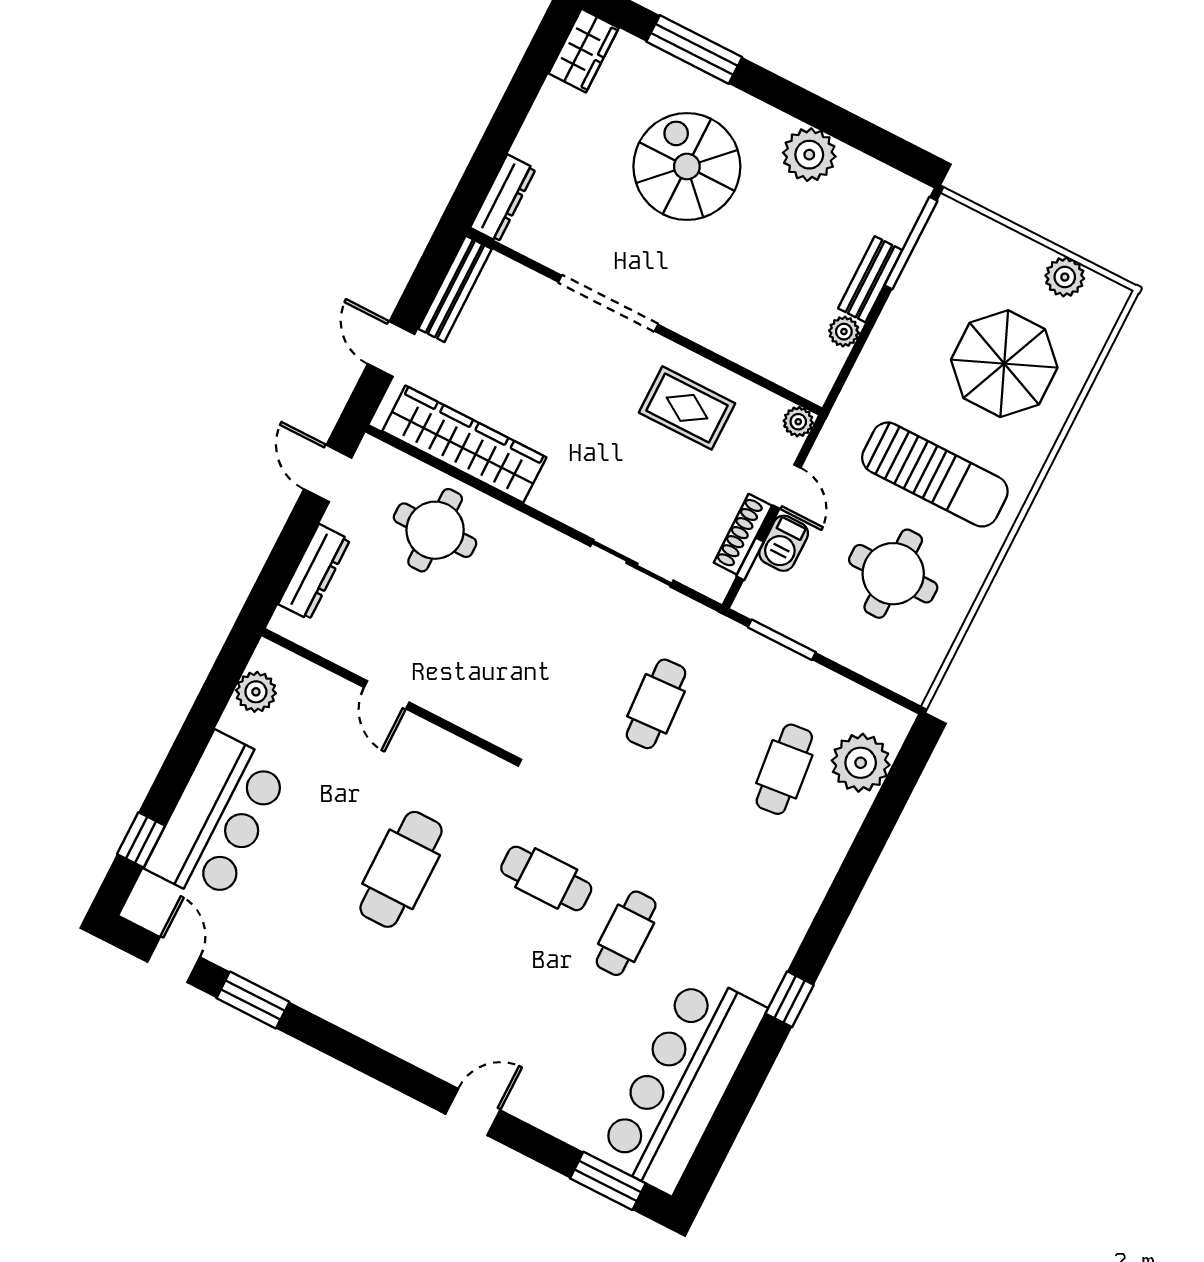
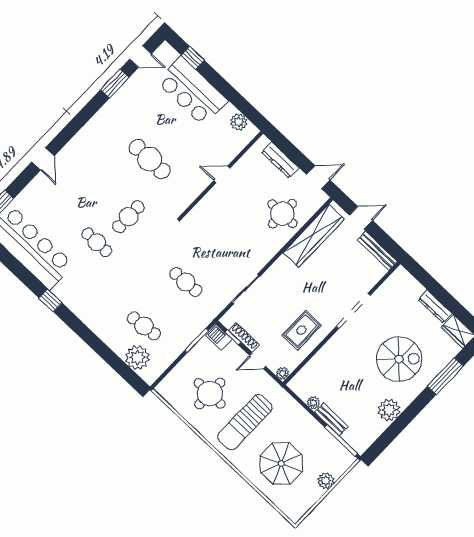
dresser: (503, 198) -> (435, 307), moved
plant: (1065, 277) -> (326, 481), moved
barbecue: (784, 543) -> (219, 337), moved

